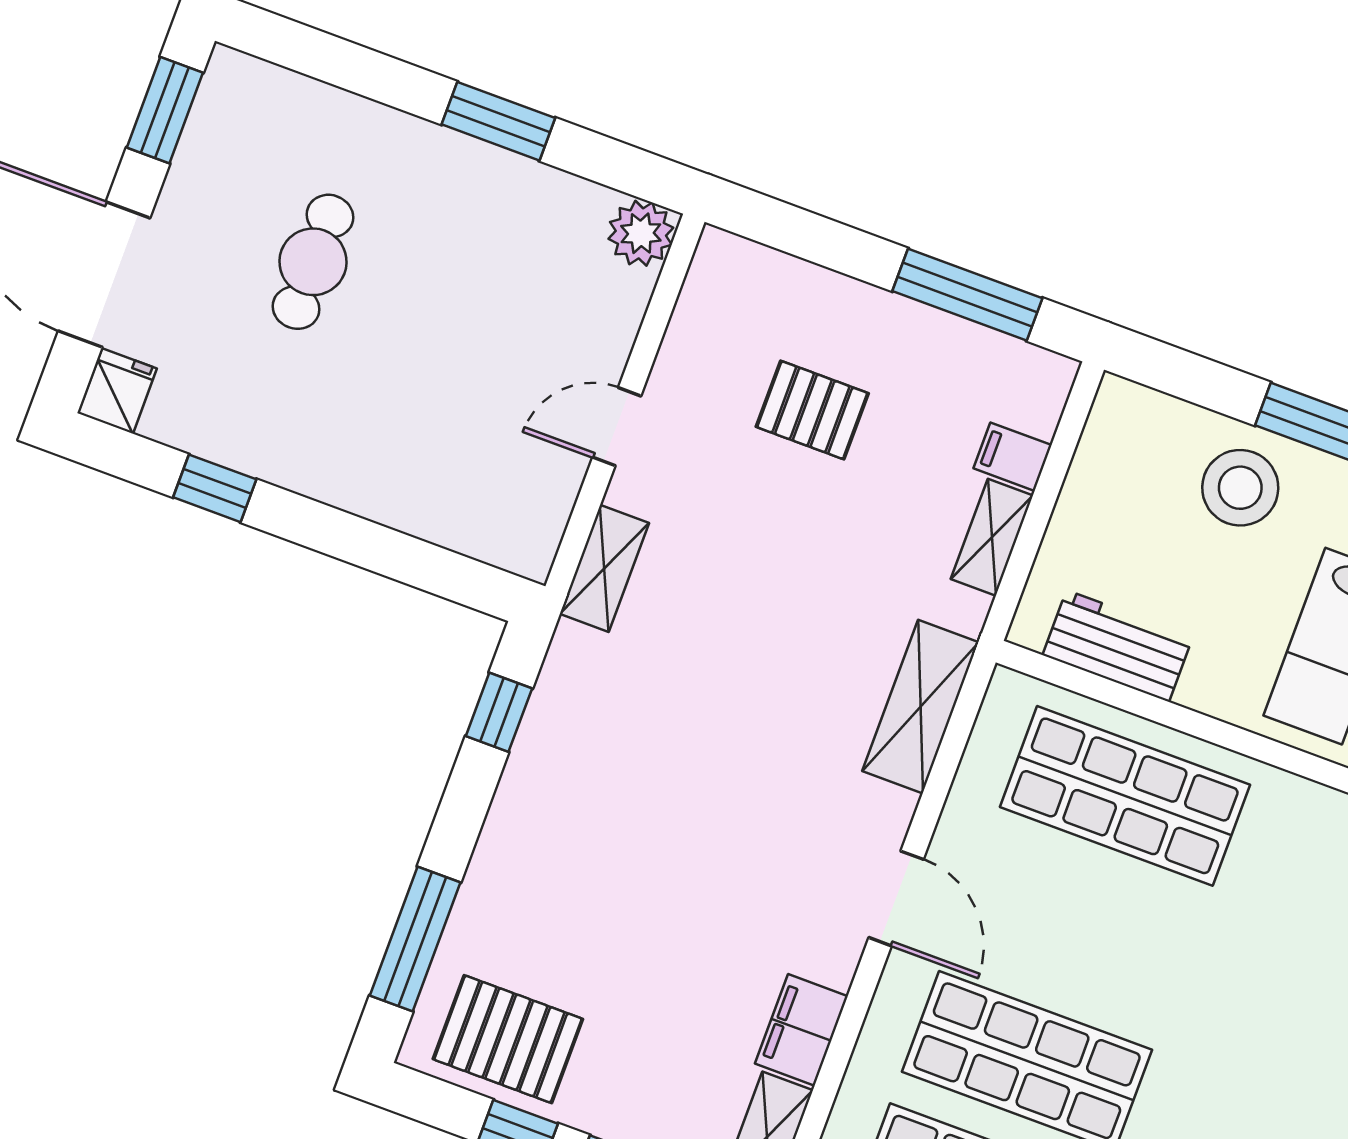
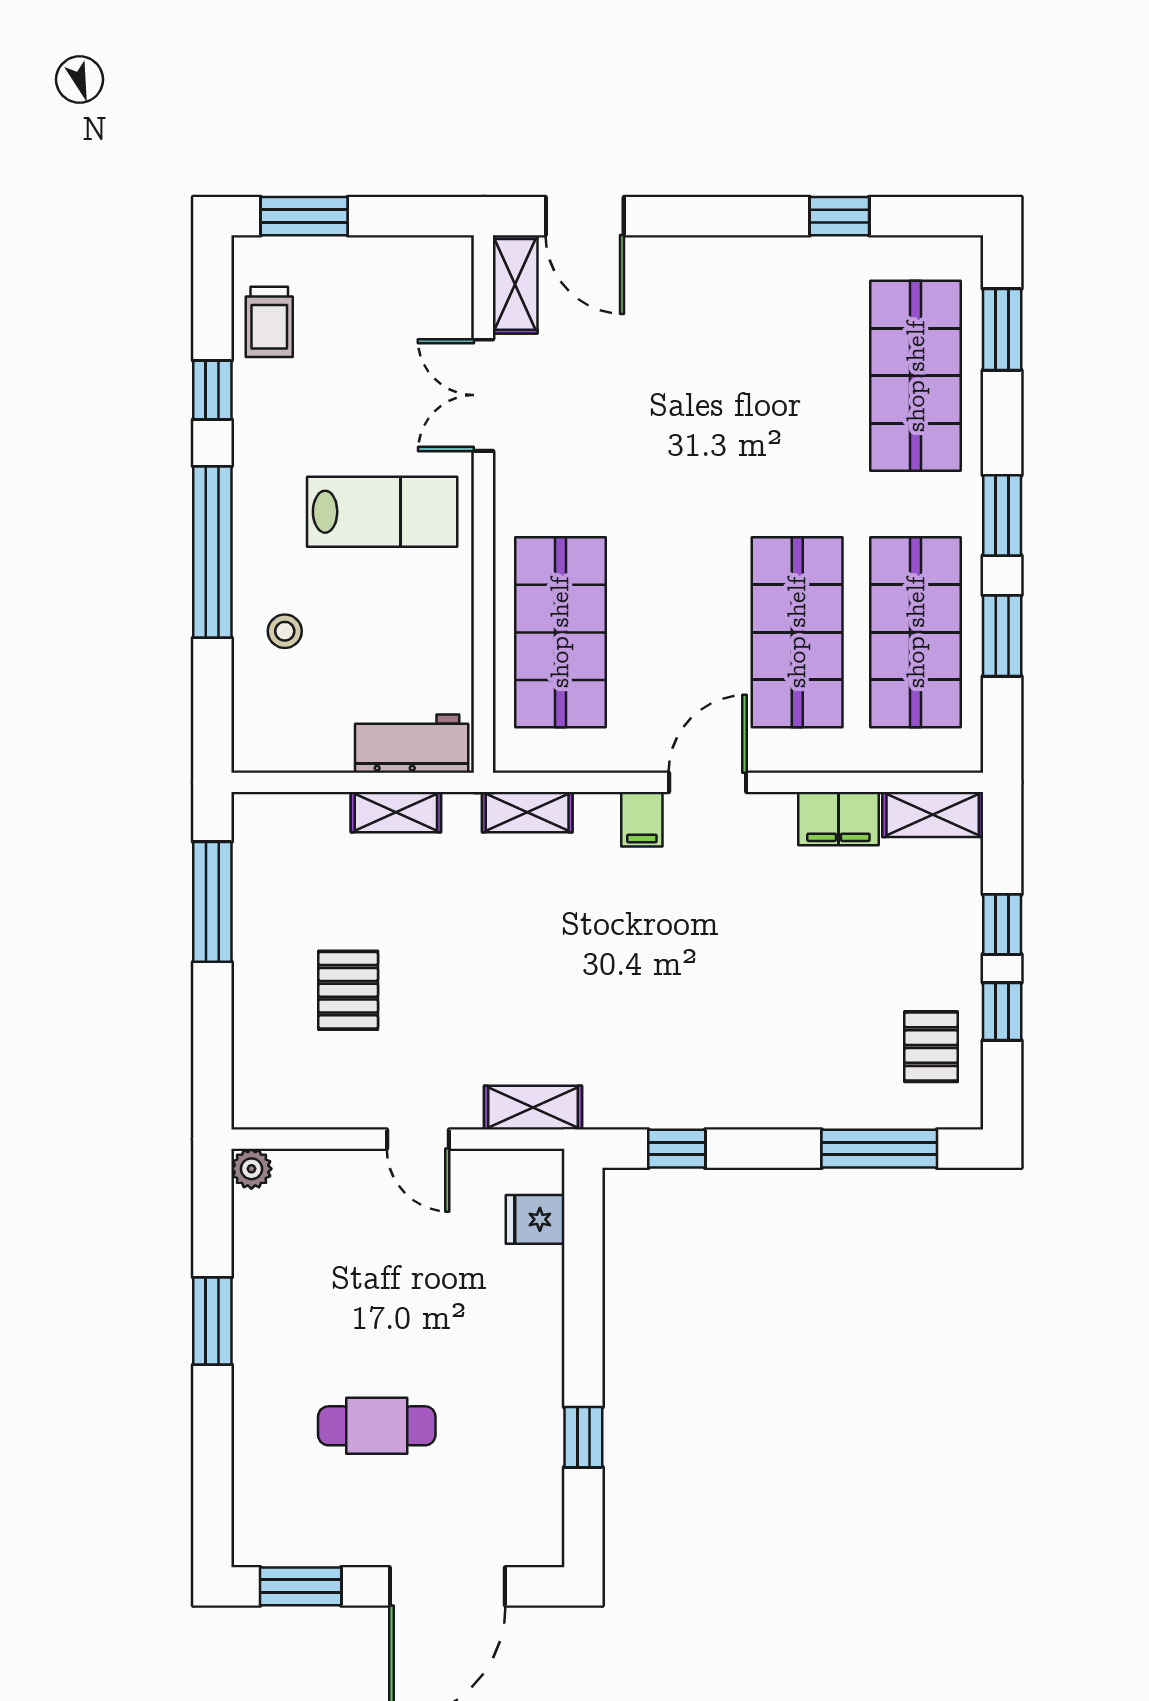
plant: (641, 233) -> (251, 1169), width x0.73, depth x0.73
fridge: (117, 391) -> (535, 1219), moved
filing cabinet: (1013, 457) -> (642, 819), moved
stool: (1240, 488) -> (285, 631), width x0.53, depth x0.53
workbench: (1118, 646) -> (412, 744), moved, turned 90
shelving: (921, 707) -> (527, 812), width x0.67, depth x0.75
pallet: (508, 1039) -> (931, 1047), width x0.67, depth x0.71

